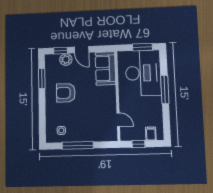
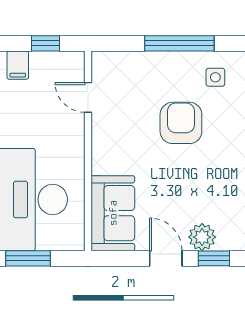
armchair: (66, 93) -> (181, 123), moved, turned -90

